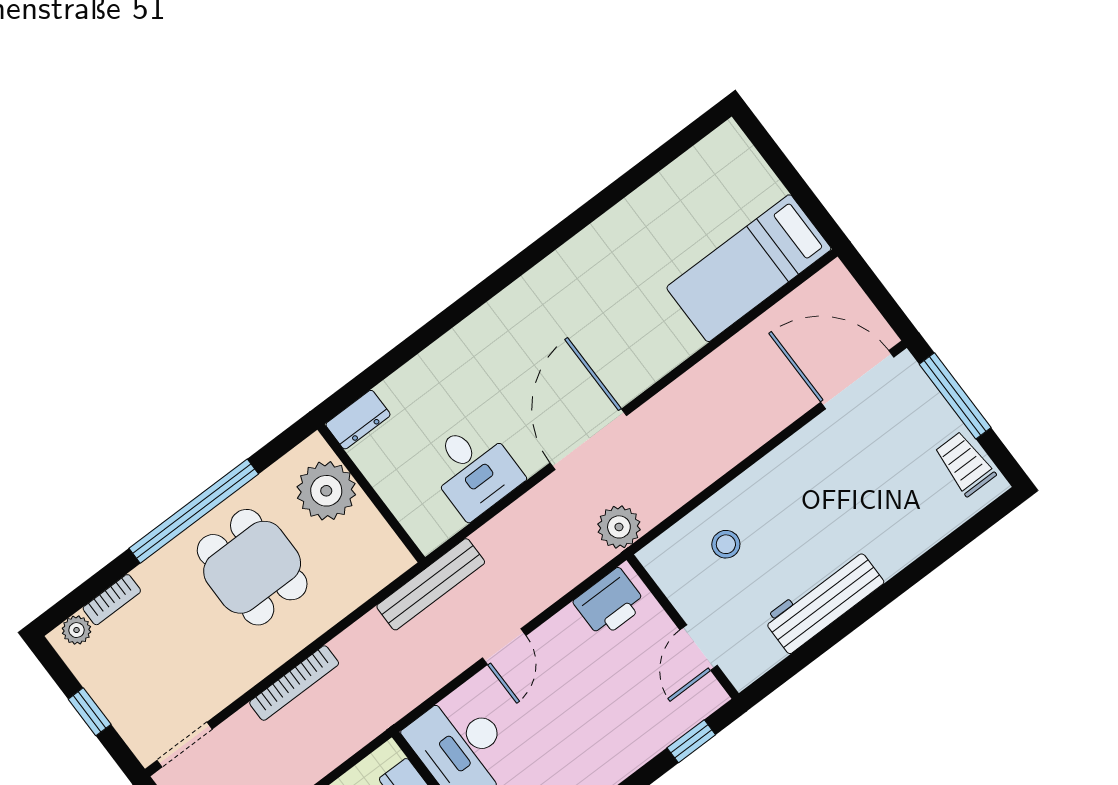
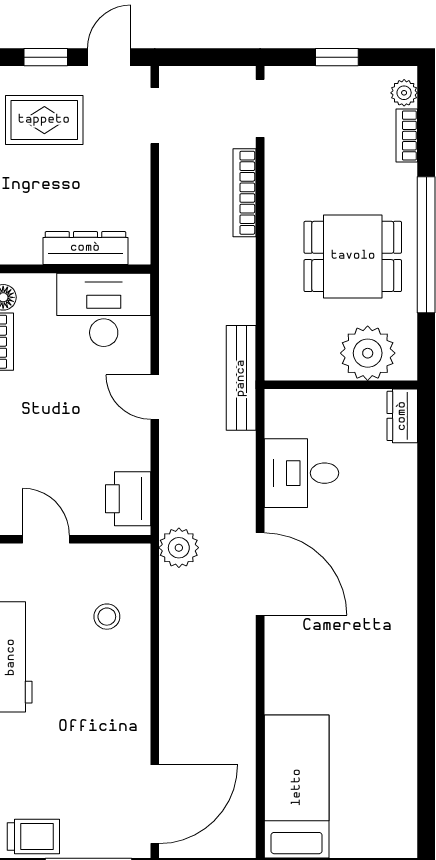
bookcase: (294, 683) -> (245, 193), moved

